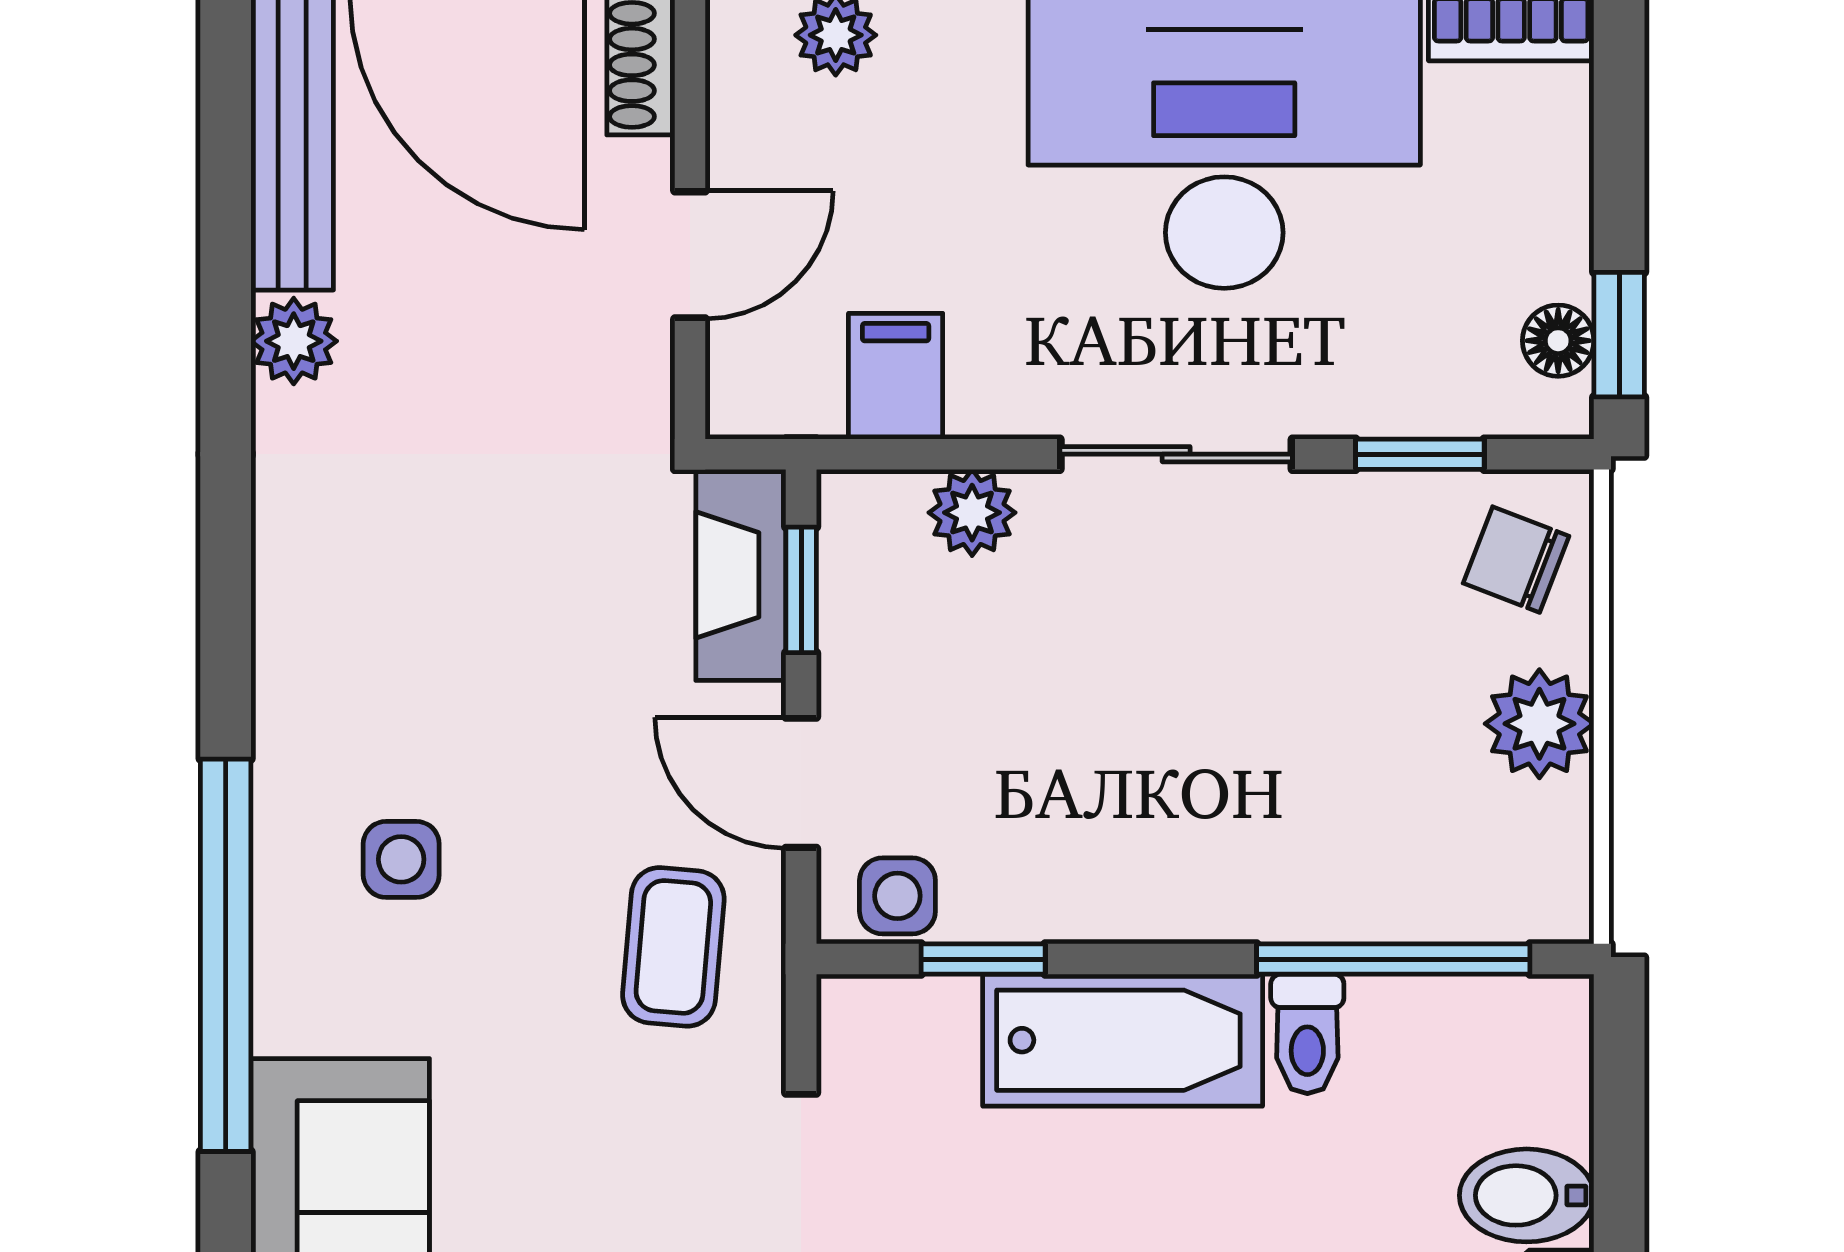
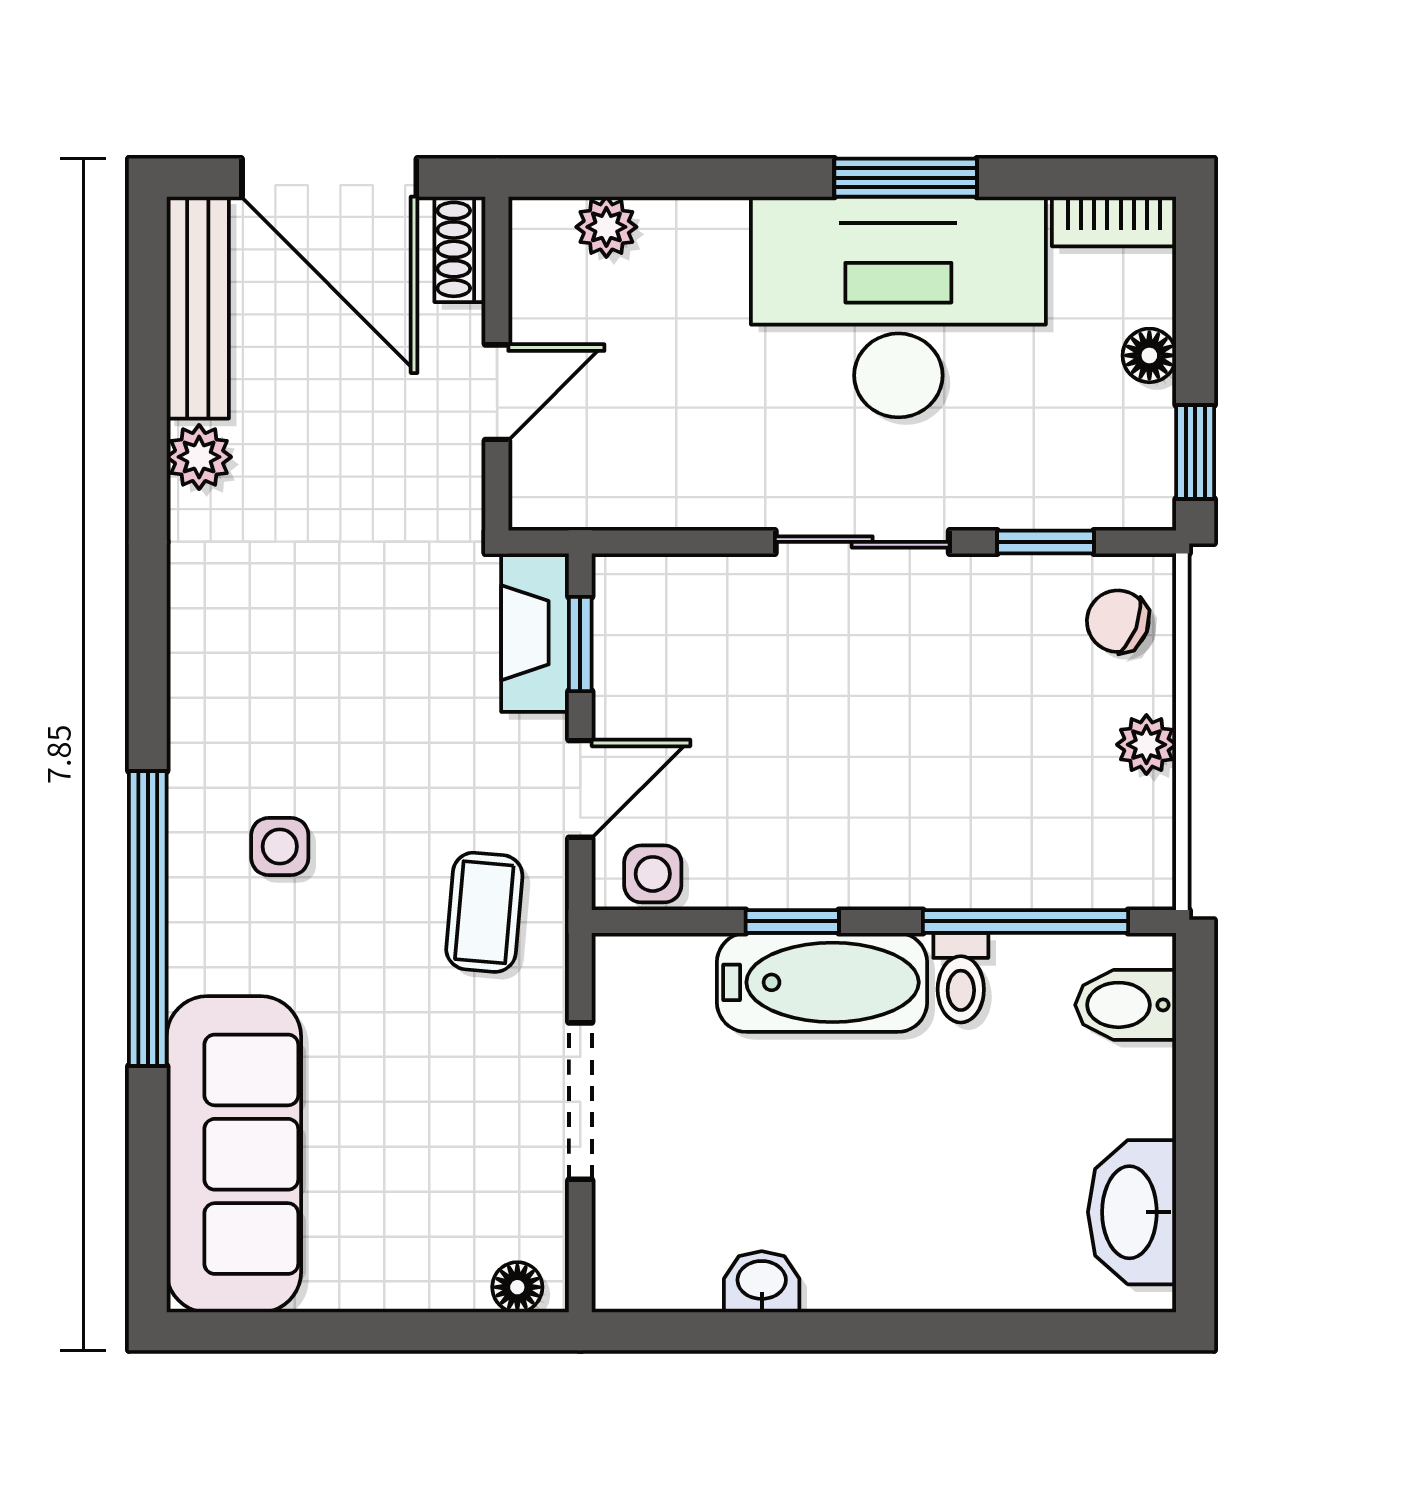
floor lamp: (1558, 341) -> (1149, 355), moved
filing cabinet: (896, 376) -> (651, 483), removed
plant: (972, 513) -> (709, 586), removed
plant: (1539, 724) -> (1146, 745), width x0.73, depth x0.73
door: (801, 783) -> (580, 789), swing flipped
window: (983, 959) -> (792, 921), moved
bidet: (1527, 1195) -> (1126, 1005), moved

